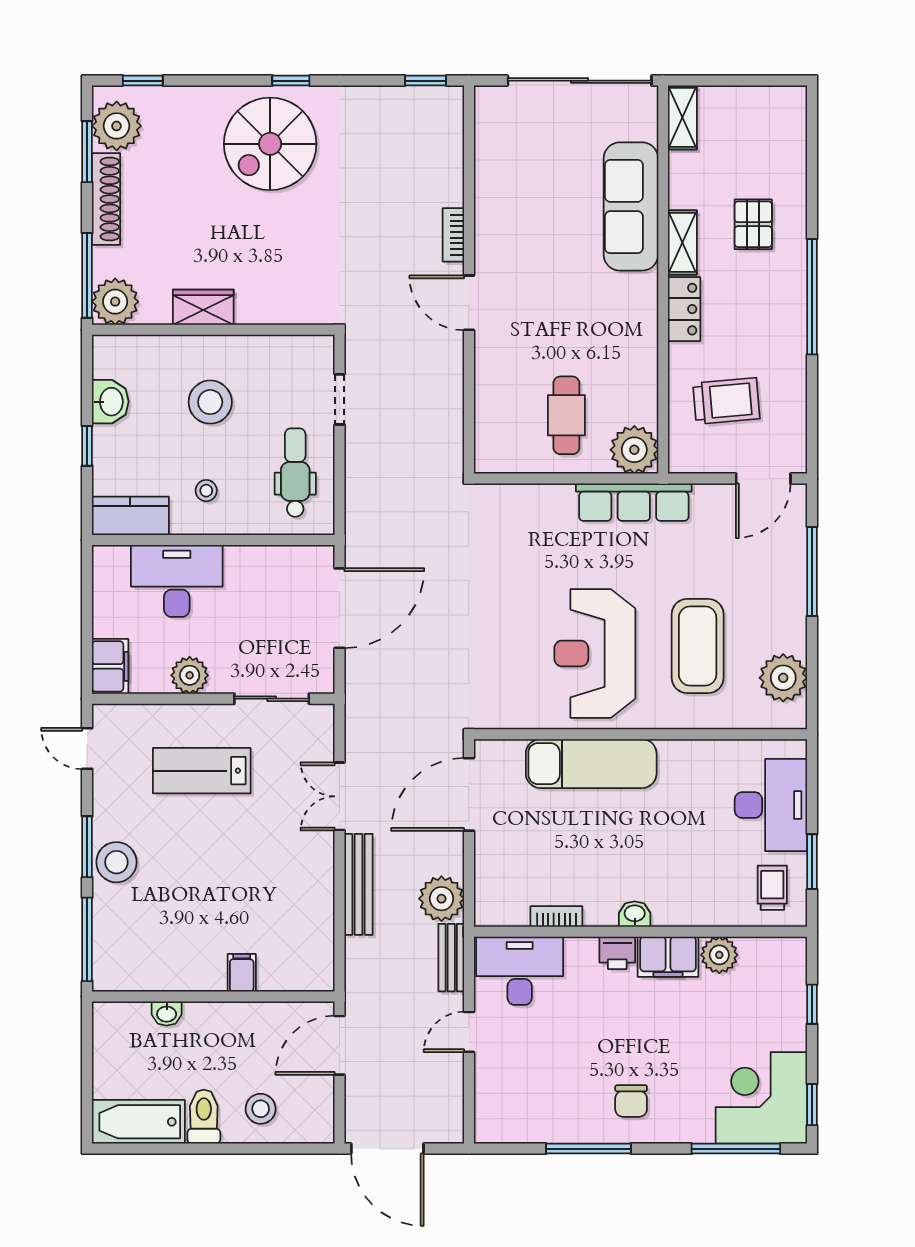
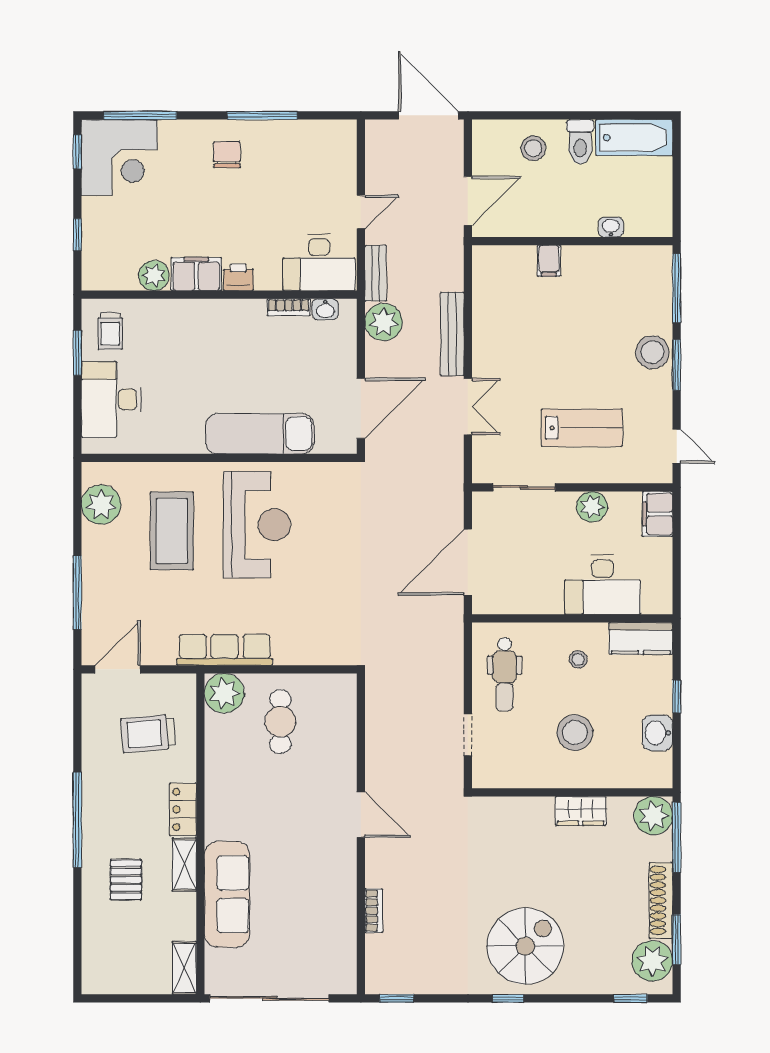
bookcase: (453, 235) -> (374, 911), moved
washbasin: (635, 914) -> (325, 309), moved

